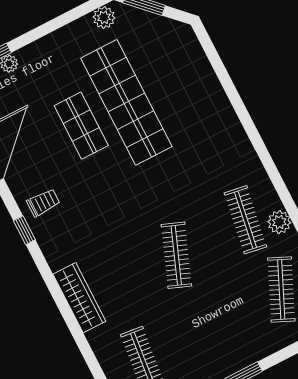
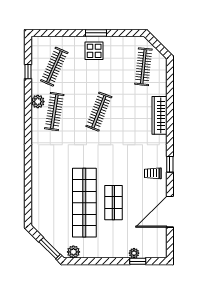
display table: (232, 346) -> (94, 51), added

